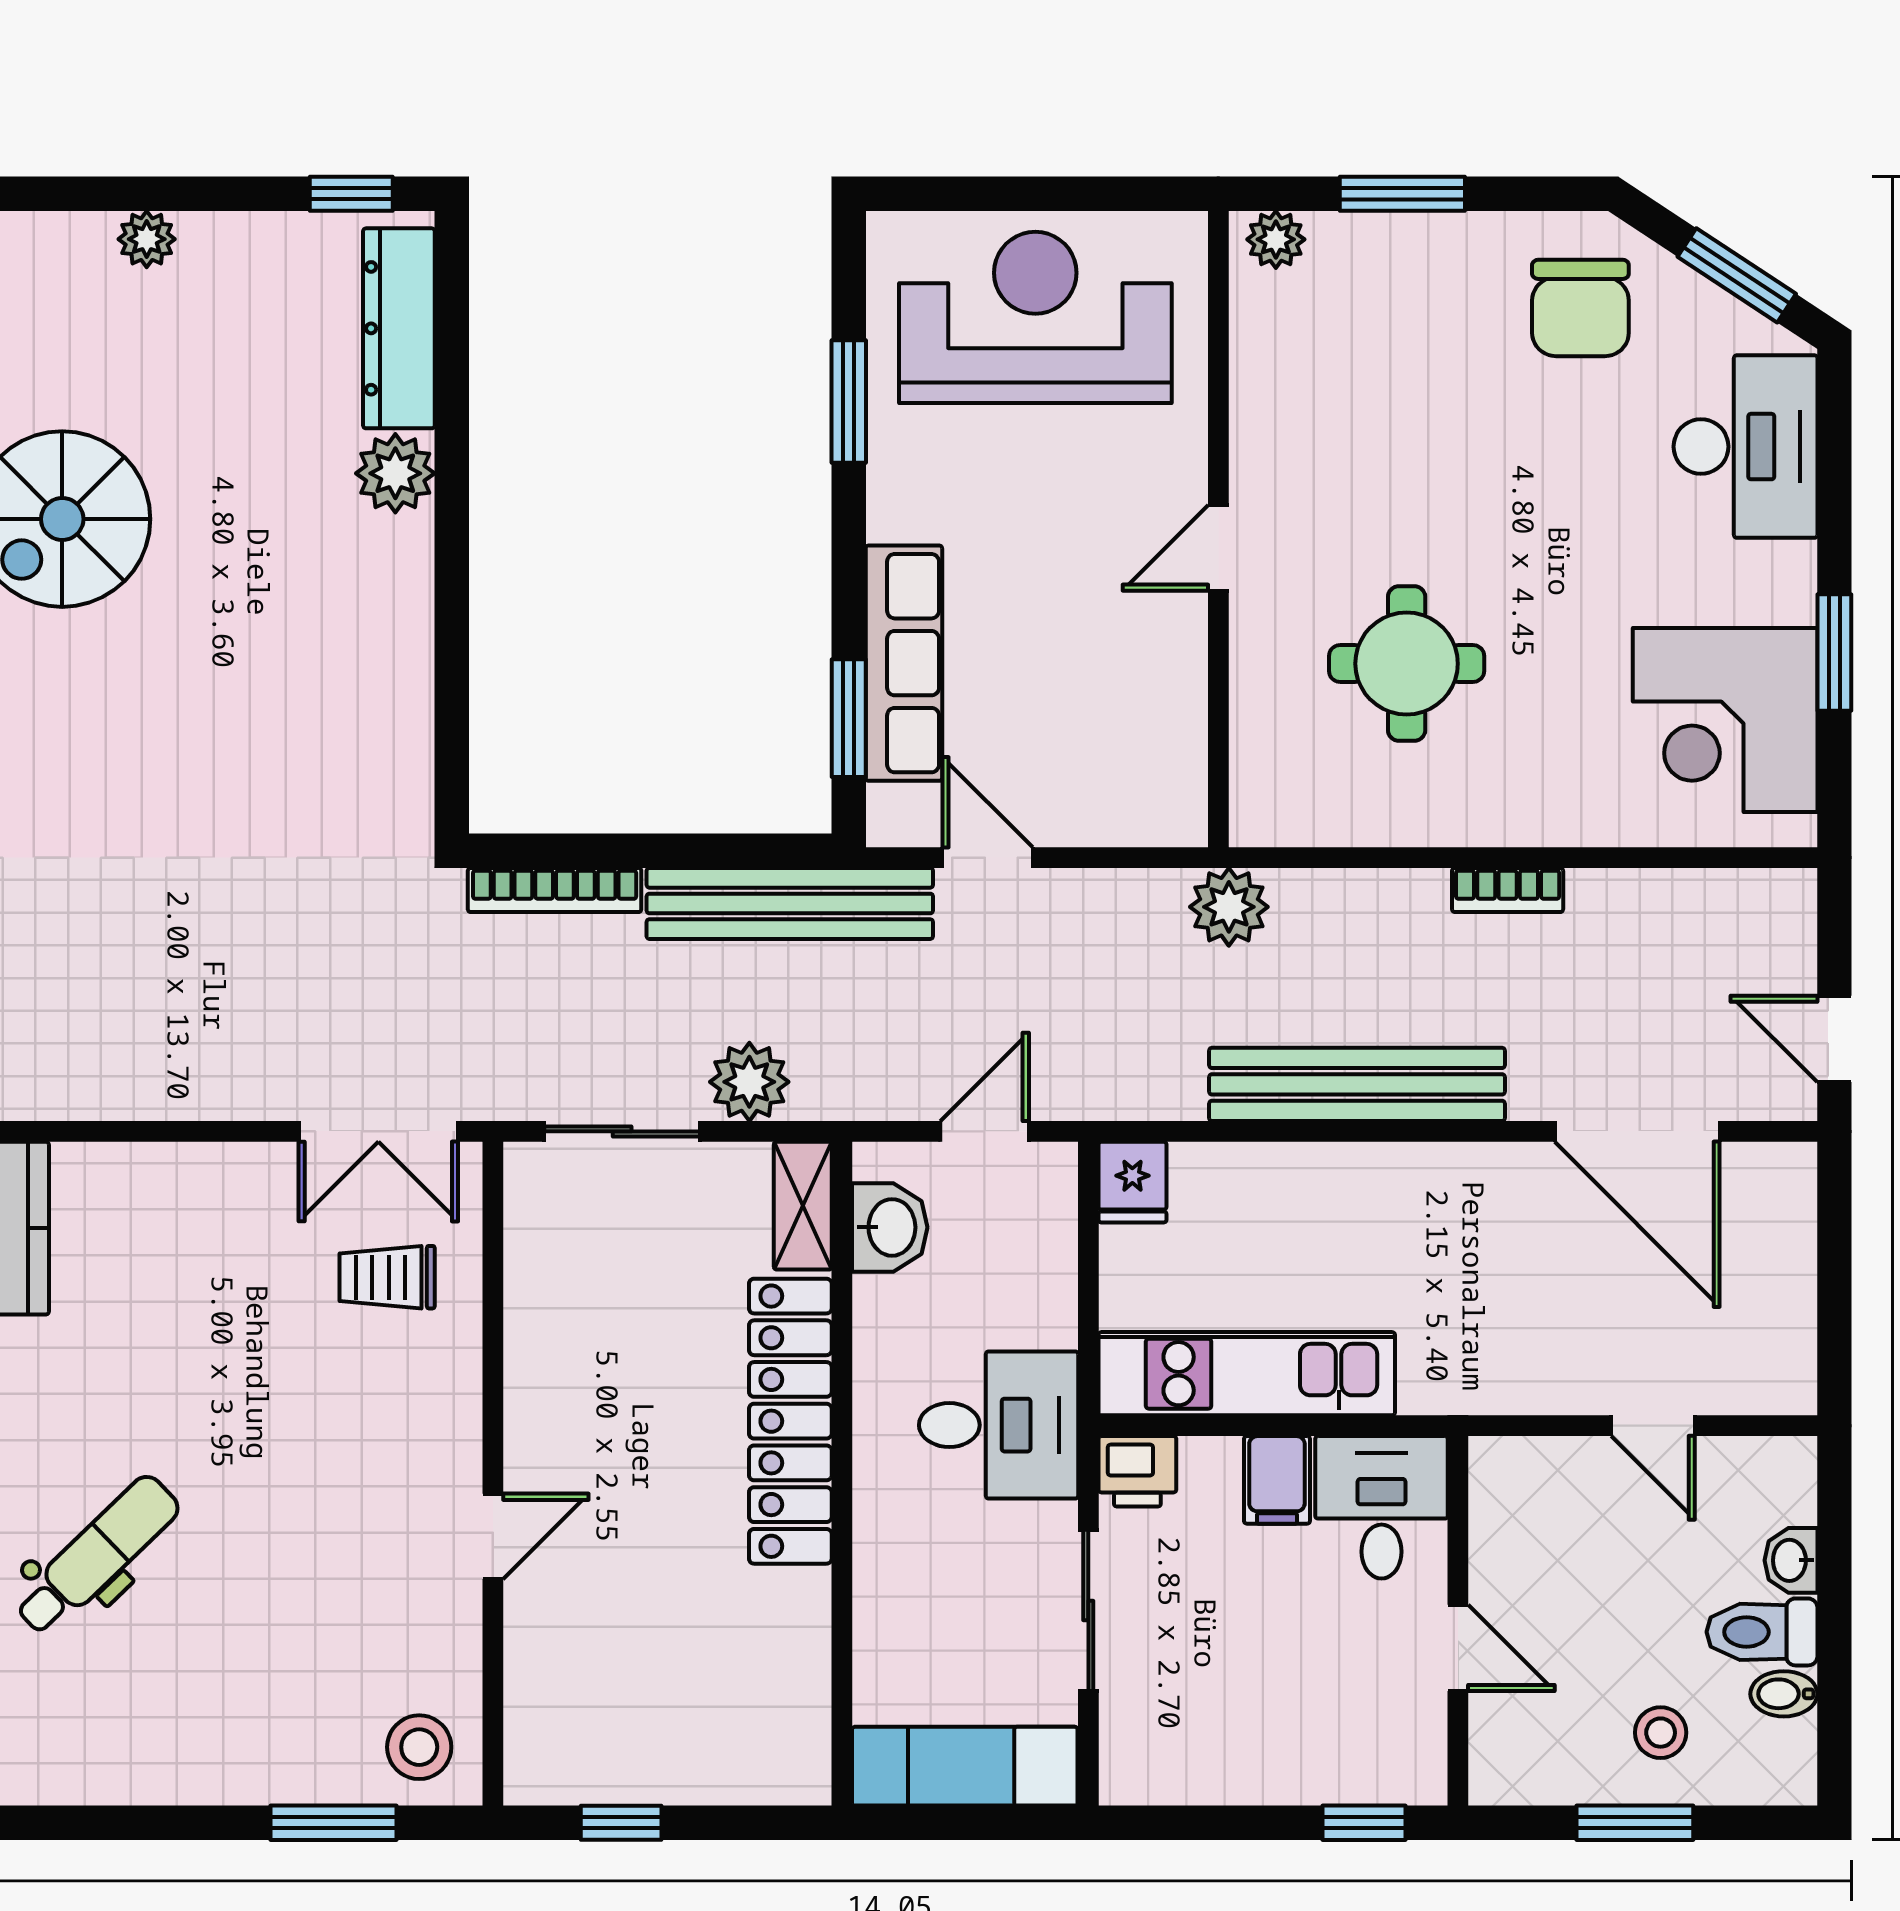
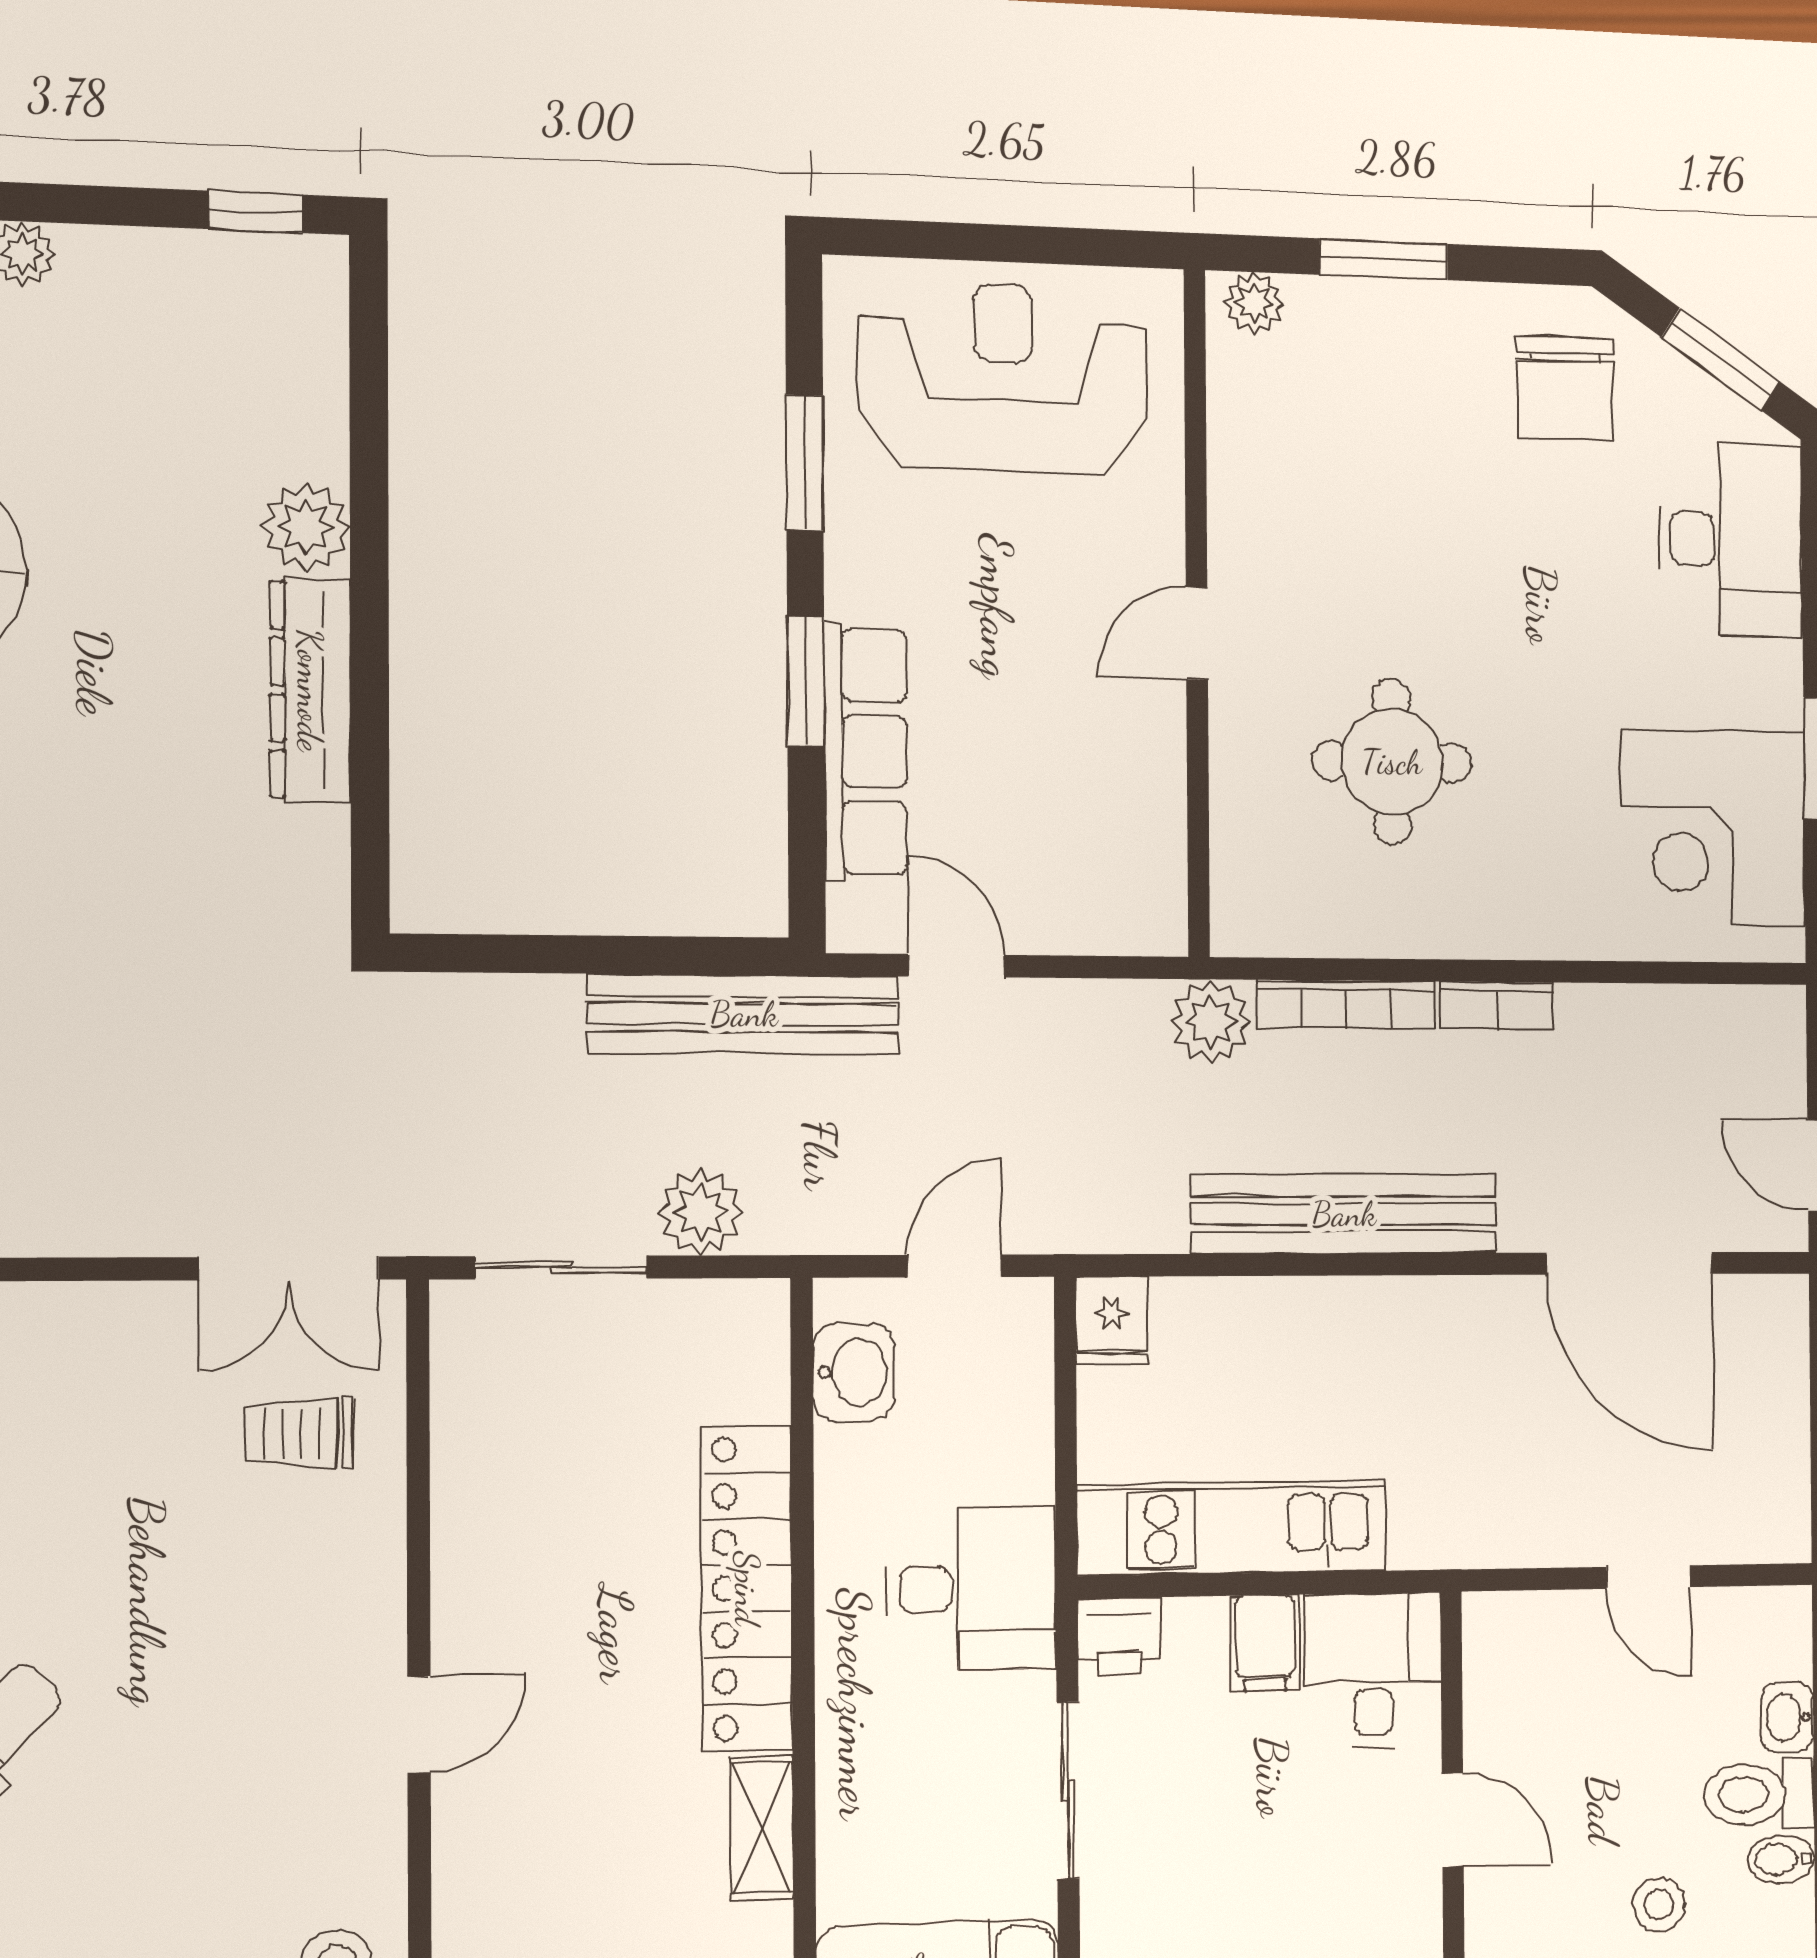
dresser: (399, 328) -> (310, 690), moved
window: (849, 718) -> (806, 681), moved
bookcase: (555, 890) -> (1346, 1004), moved
shelving: (803, 1206) -> (762, 1828), moved

